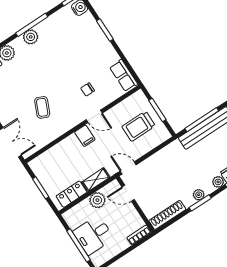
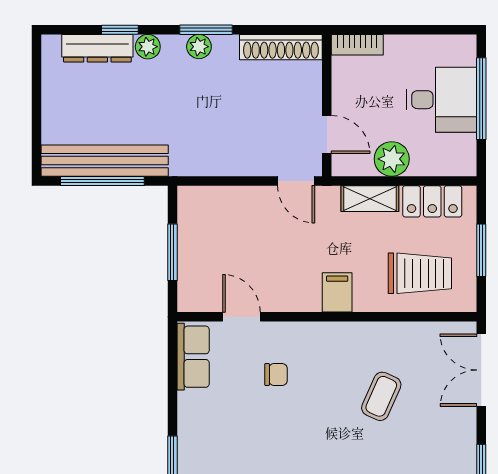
door: (94, 116) -> (241, 317), moved
trolley: (139, 126) -> (420, 273), moved

